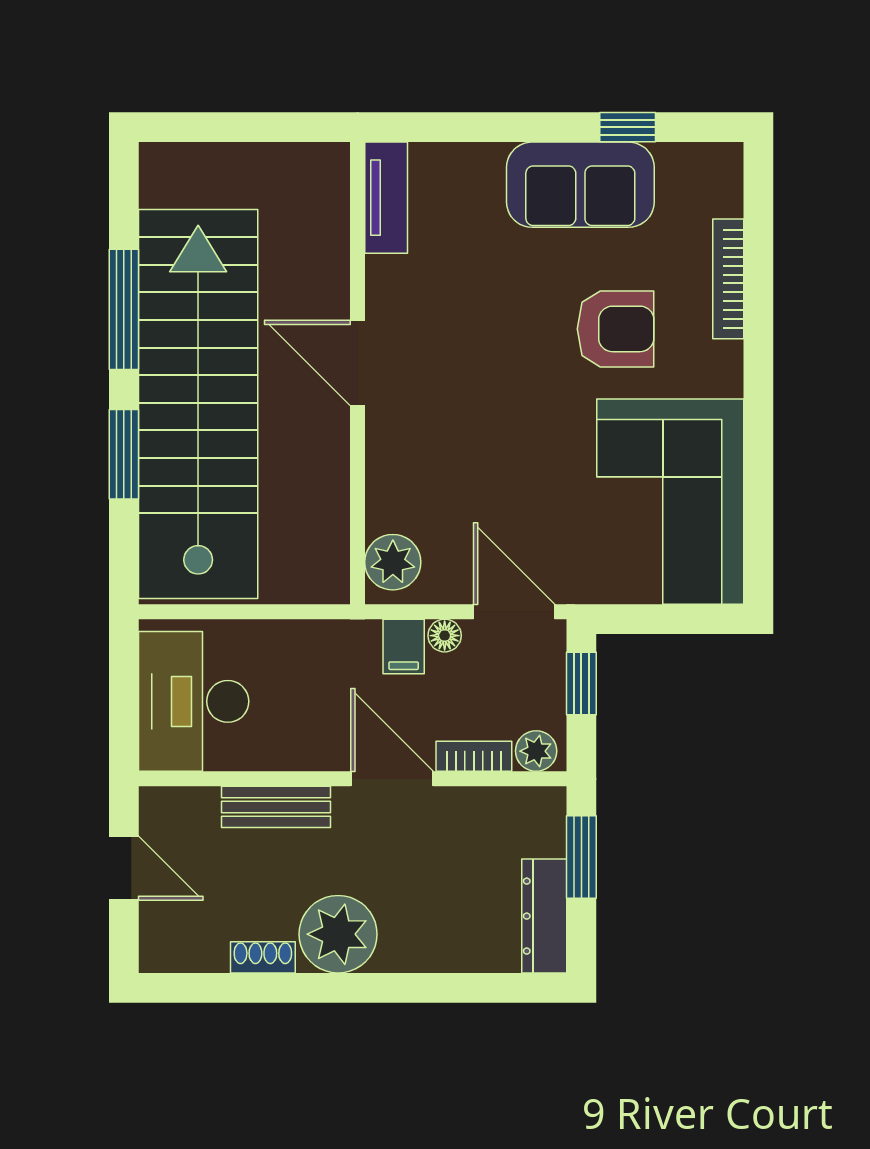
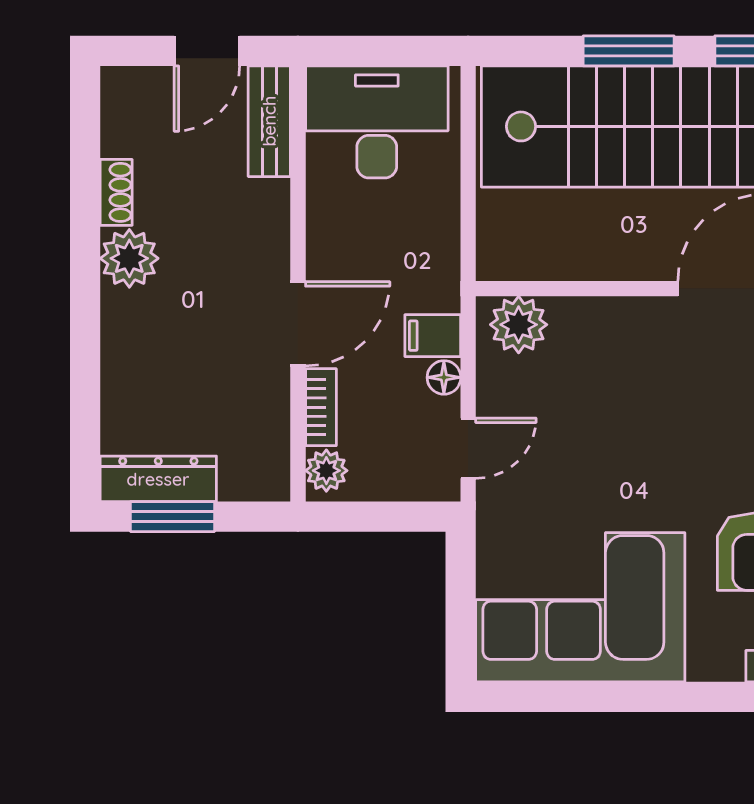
door: (514, 612) -> (468, 448), width x0.73
window: (581, 683) -> (395, 517), removed
bench: (276, 807) -> (269, 121), moved
window: (581, 857) -> (173, 517), moved
plant: (338, 934) -> (129, 258), width x0.73, depth x0.73

